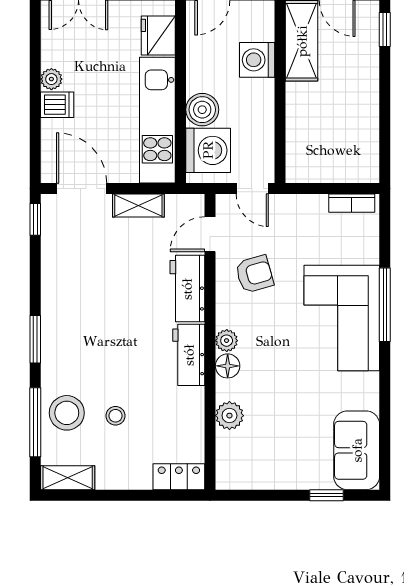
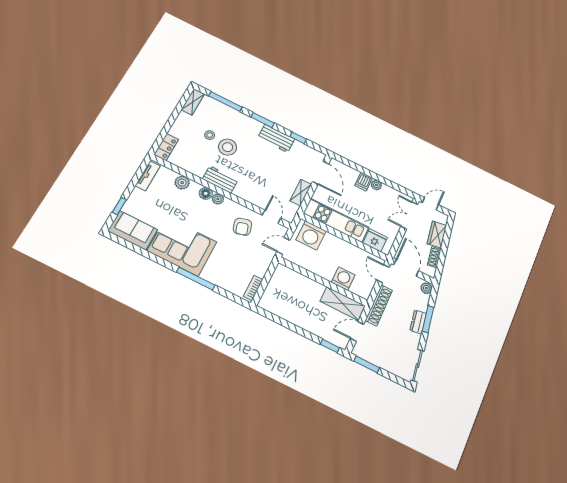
boiler: (202, 110) -> (331, 242), removed
door: (82, 189) -> (321, 173), hinge flipped
window: (35, 219) -> (298, 138), moved
workbench: (187, 289) -> (276, 138), moved, turned 180
corner sofa: (342, 318) -> (182, 246), moved
stool: (67, 413) -> (228, 147), moved
tv unit: (248, 479) -> (148, 176), added

